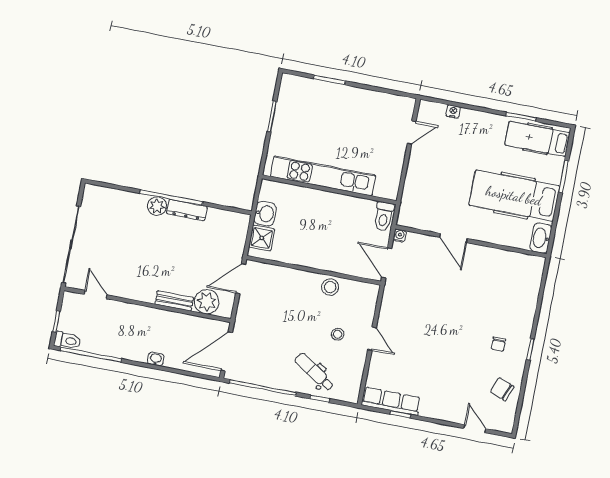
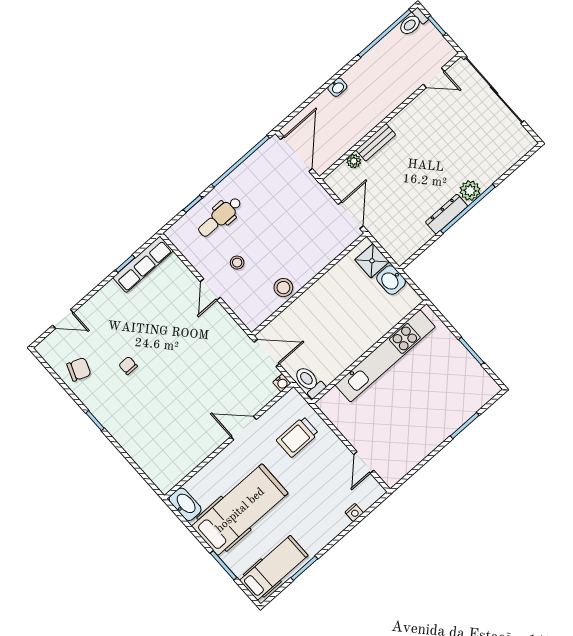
trolley: (430, 194) -> (297, 437), added
plant: (207, 302) -> (354, 161), width x0.53, depth x0.53
door: (372, 339) -> (210, 290), hinge flipped
chair: (498, 344) -> (128, 366), moved
dental chair: (314, 372) -> (220, 217), turned 147

